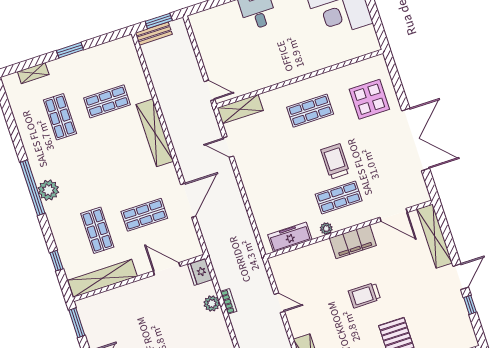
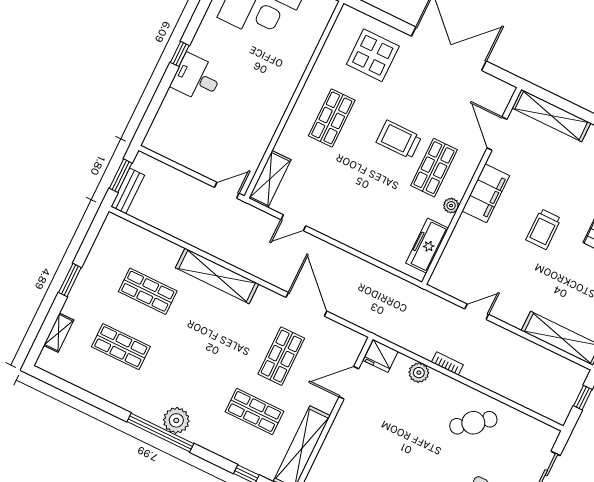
shop shelf: (107, 101) -> (148, 291), turned 90
door: (394, 215) -> (497, 134), swing flipped
bookcase: (229, 301) -> (447, 364), moved

